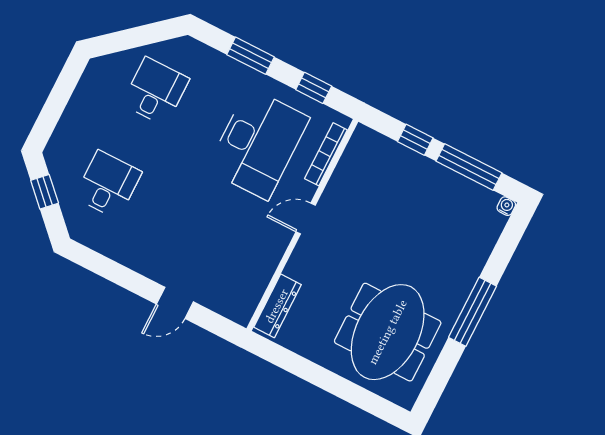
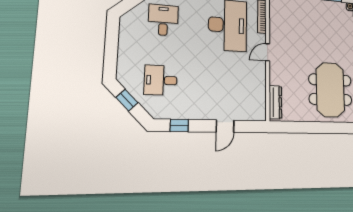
desk: (108, 185) -> (161, 80), turned -90
window: (104, 267) -> (179, 126), added

